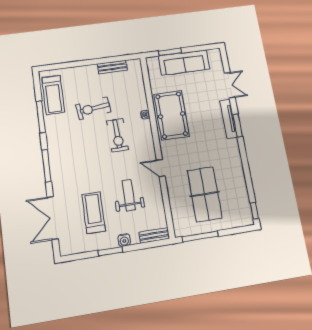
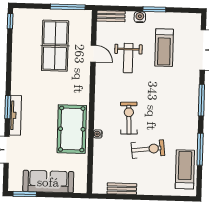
window: (170, 52) -> (25, 194), moved
door: (161, 168) -> (93, 54), moved

